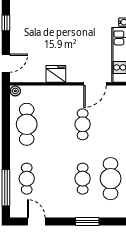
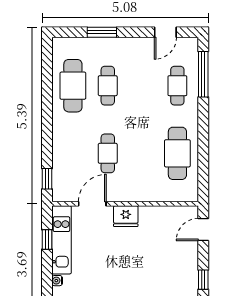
fridge: (56, 74) -> (126, 216), moved
plant: (15, 91) -> (192, 195), removed
door: (36, 221) -> (165, 32), hinge flipped

